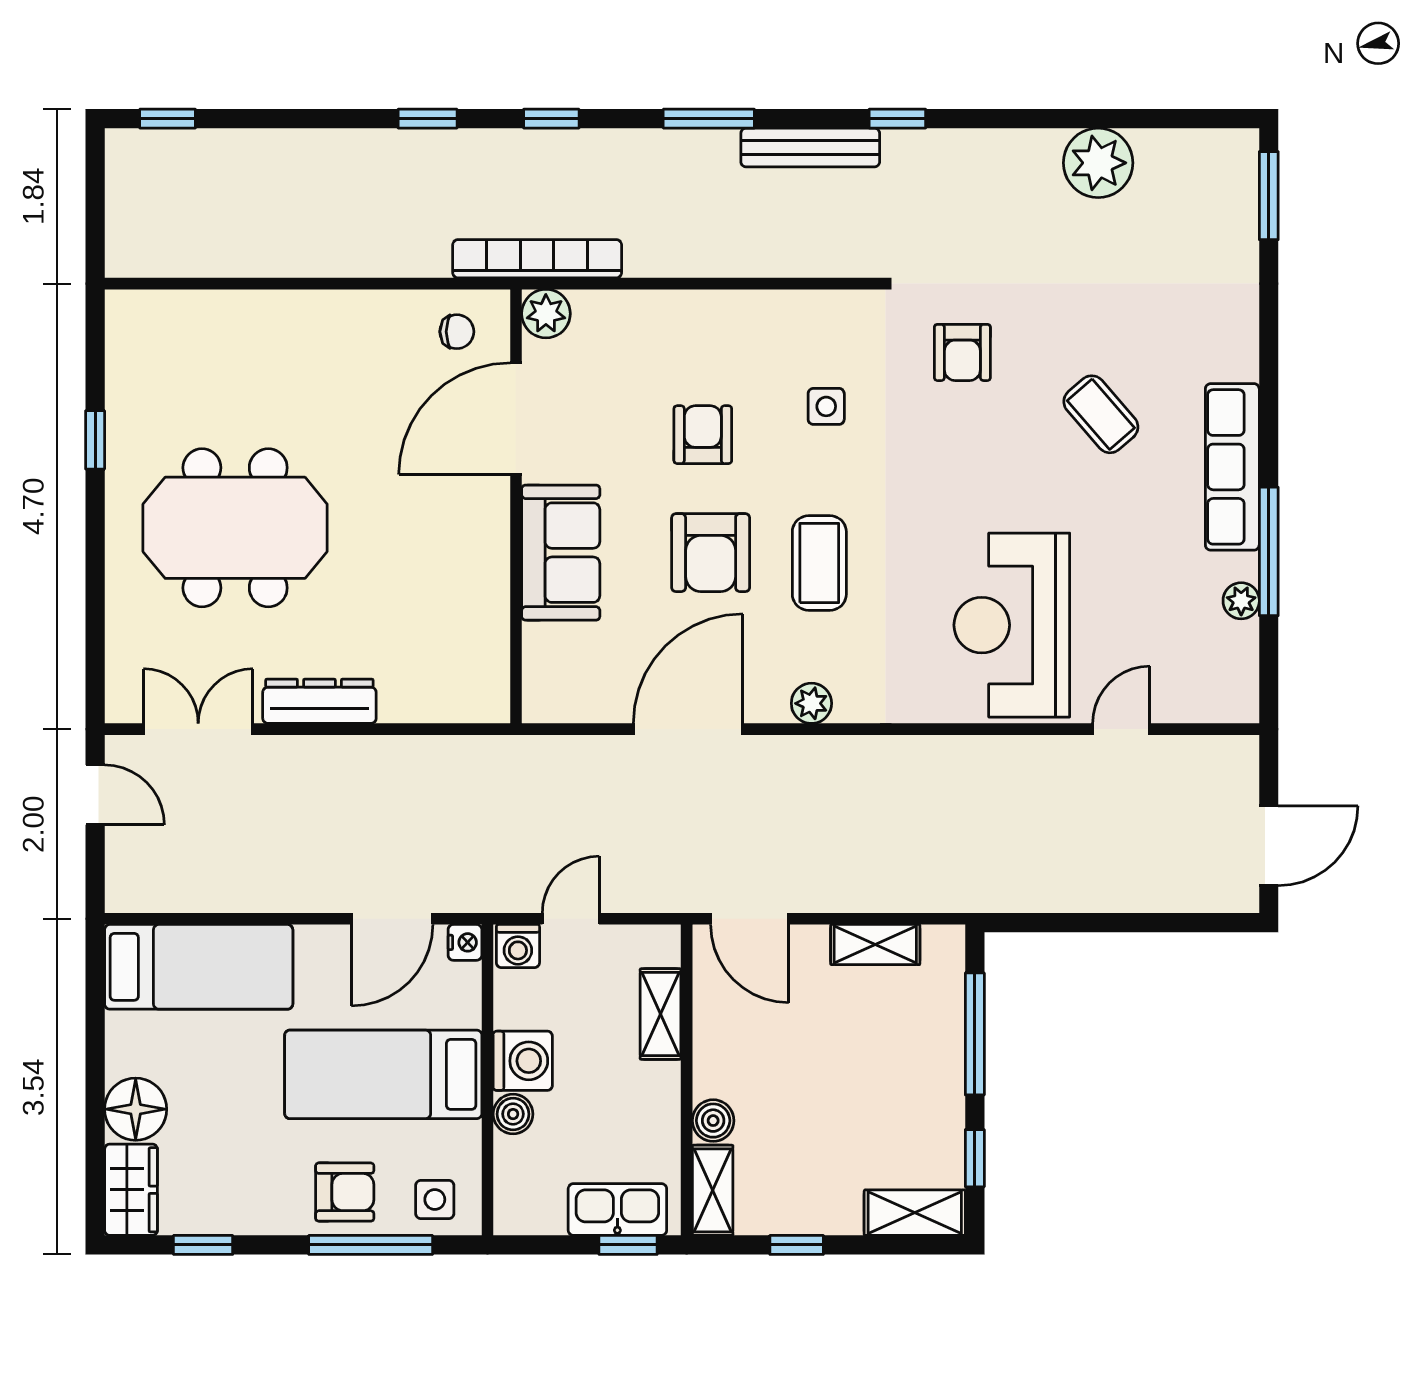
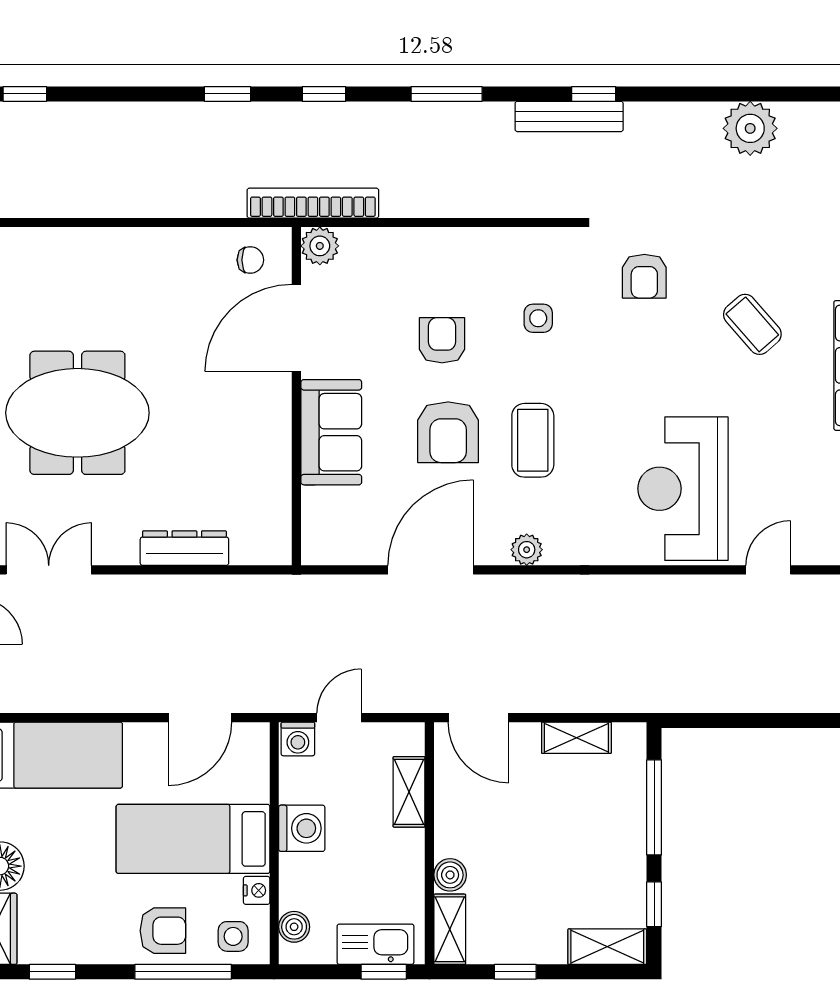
bench: (810, 148) -> (569, 116), moved
dresser: (319, 701) -> (184, 548), moved
nightstand: (465, 942) -> (257, 890), moved
boiler: (513, 1114) -> (294, 927), moved

